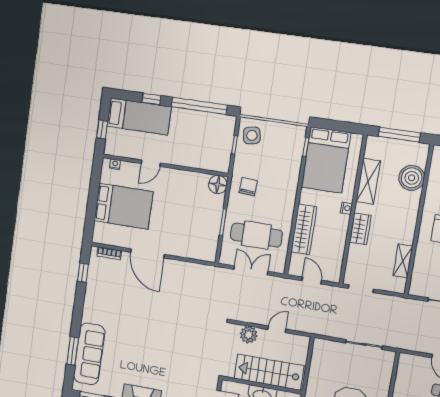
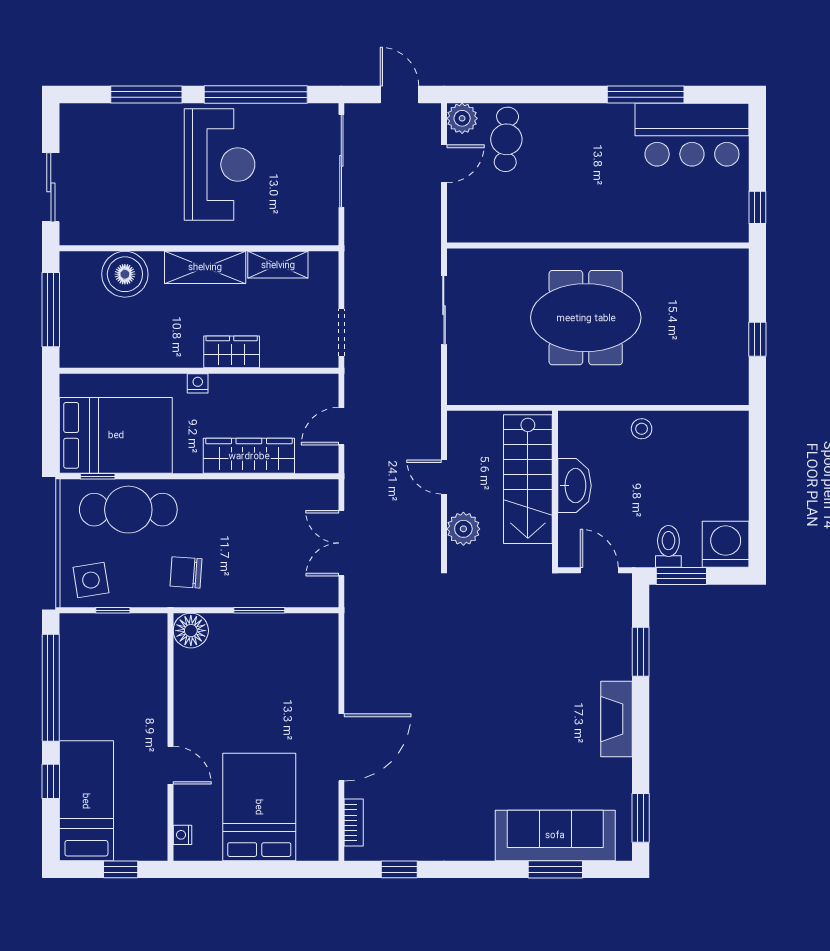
shelving: (368, 181) -> (205, 267), moved
cafe table: (256, 235) -> (128, 510), moved, turned 90

